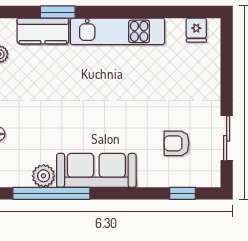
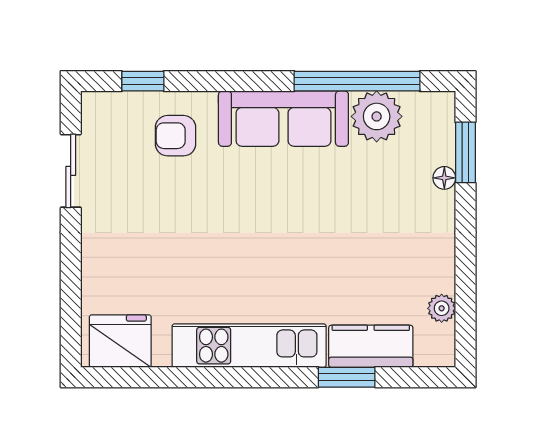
fridge: (196, 30) -> (120, 341), width x1.88, depth x1.34
armchair: (177, 143) -> (176, 136), moved, turned 180
plant: (44, 176) -> (377, 116), width x1.36, depth x1.36

